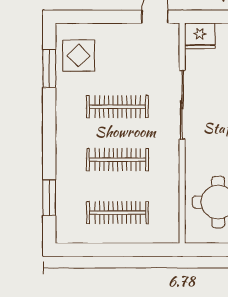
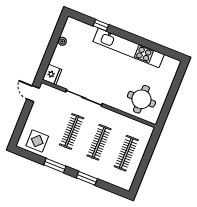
window: (49, 69) -> (55, 166), moved
window: (49, 198) -> (87, 178), moved

